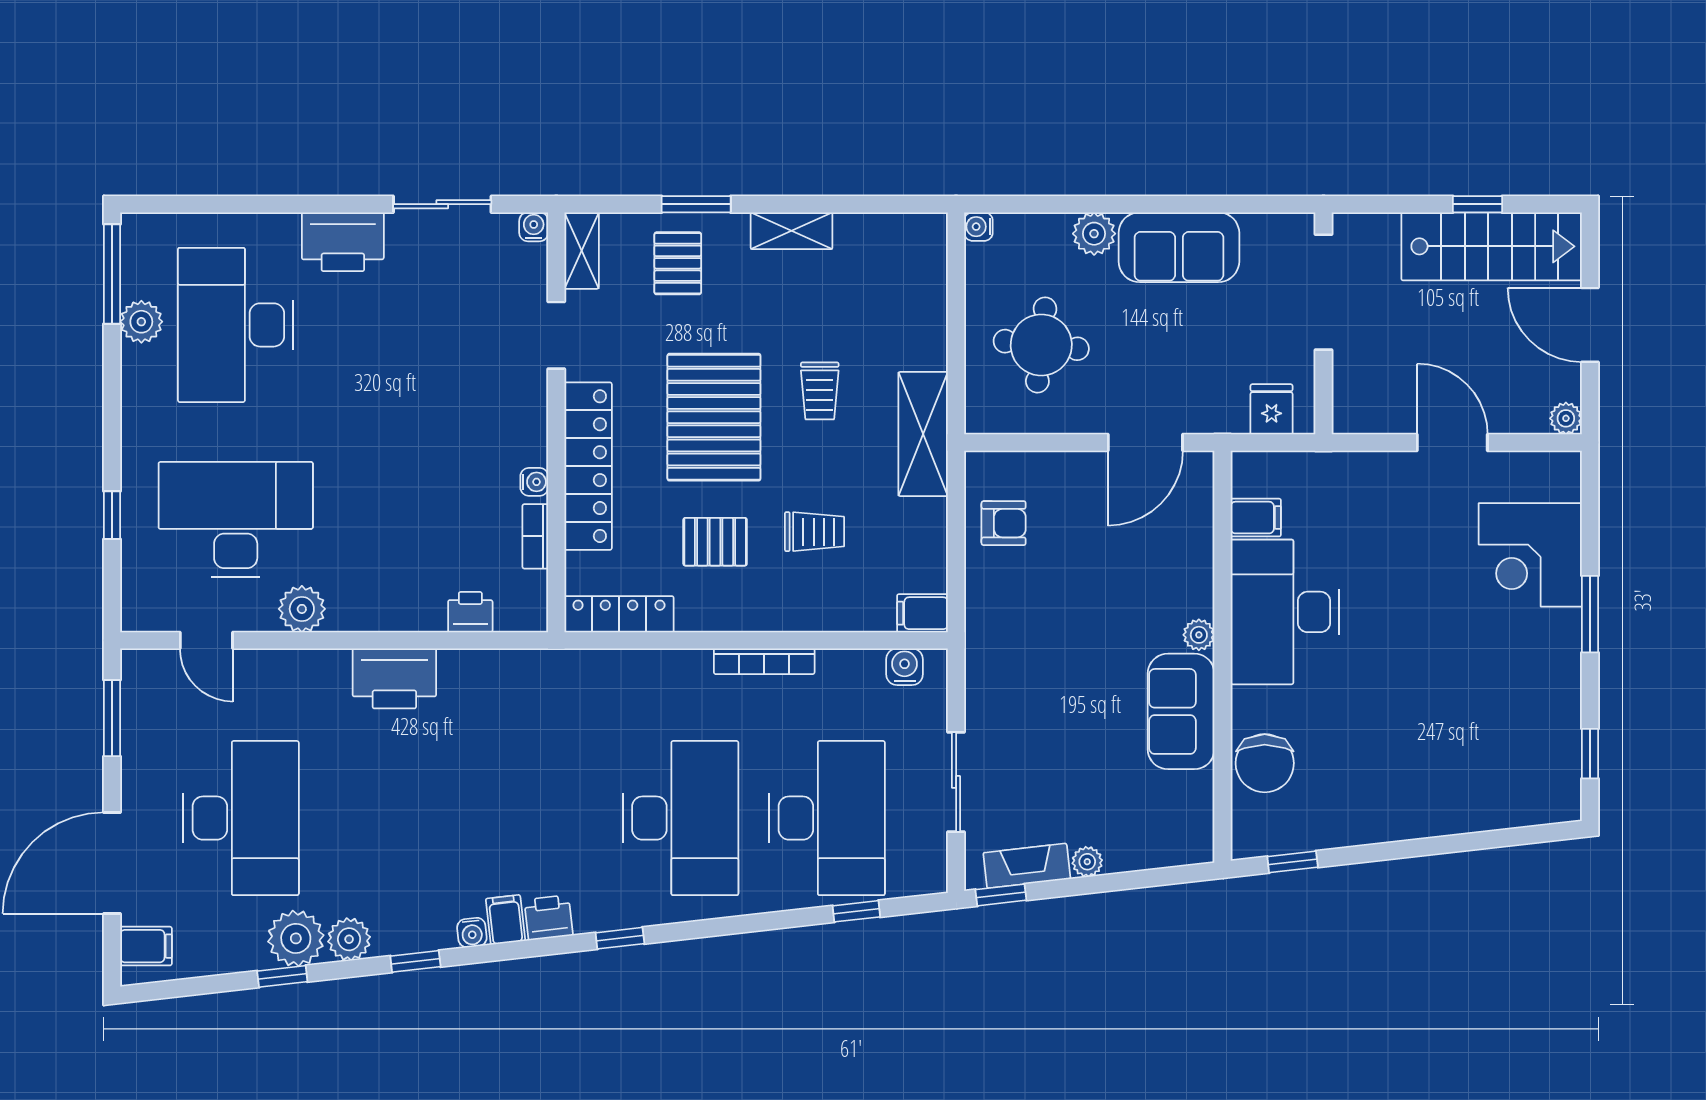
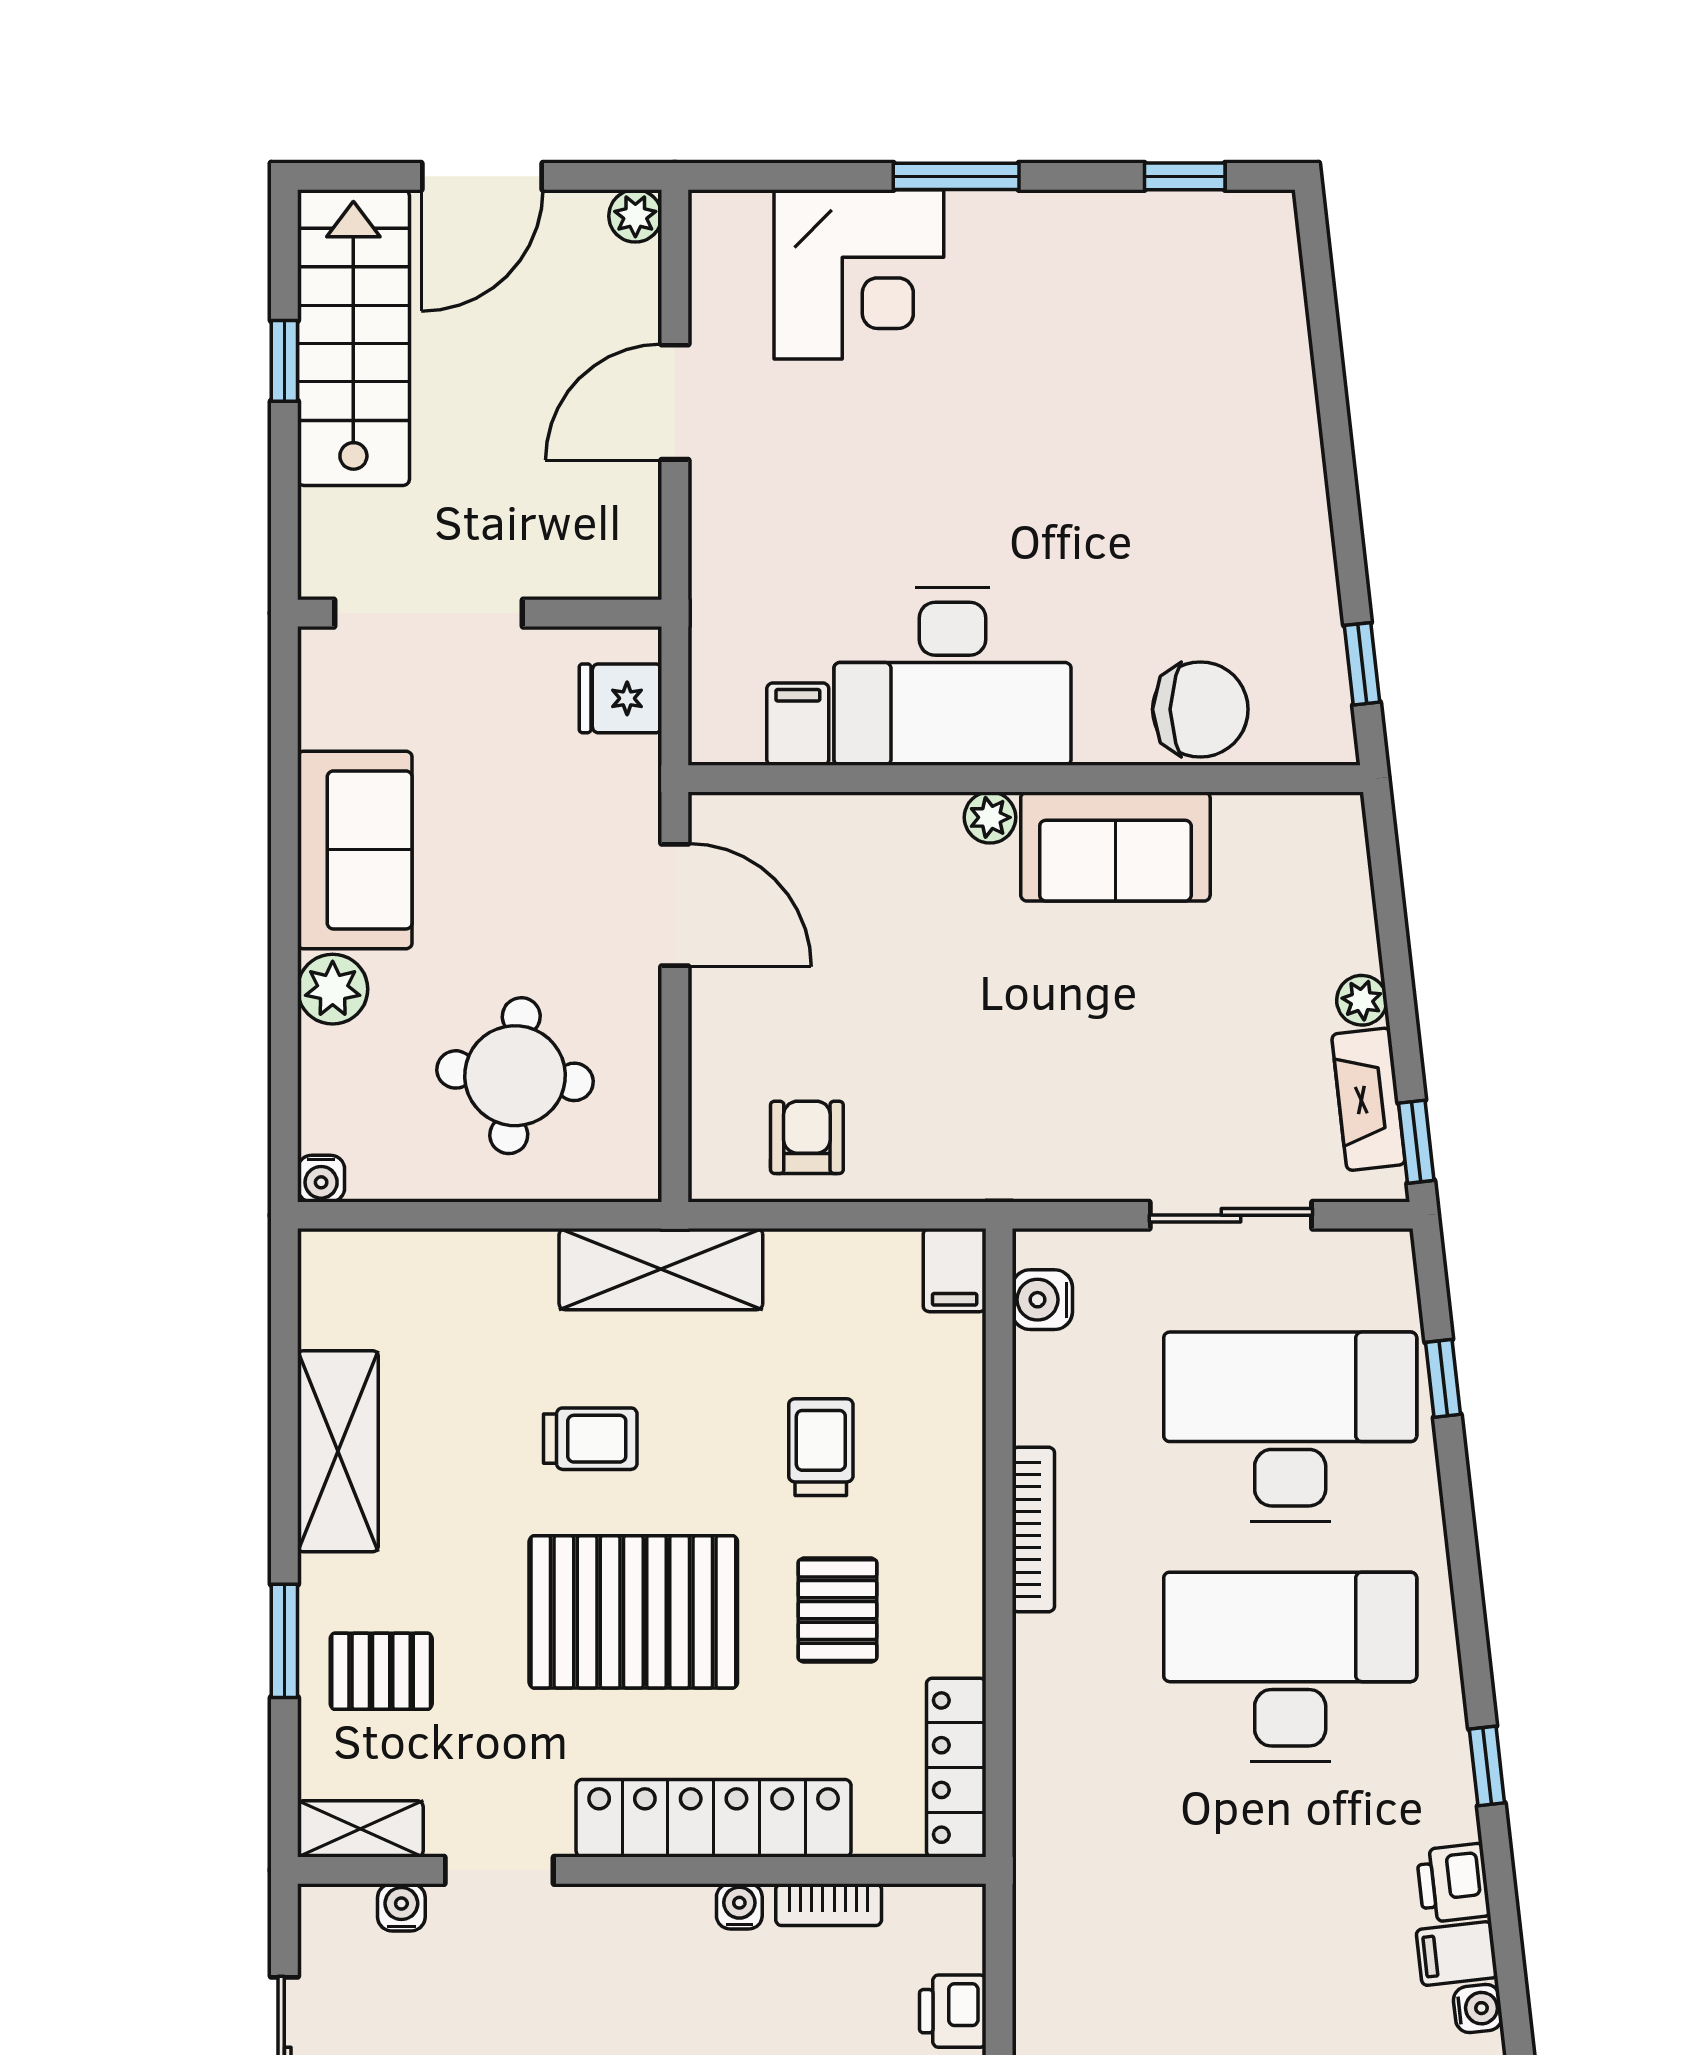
water cooler: (534, 227) -> (401, 1907), moved, turned 90
shelving: (792, 231) -> (338, 1451), width x1.50, depth x1.33

